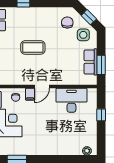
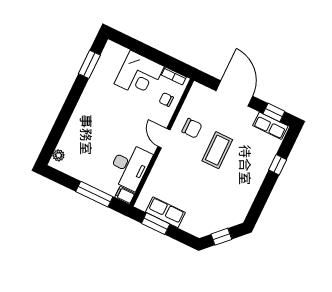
chair: (67, 22) -> (192, 128), moved
side table: (83, 35) -> (203, 219), removed
filing cabinet: (30, 94) -> (125, 195), moved
window: (101, 115) -> (94, 194), width x2.17

